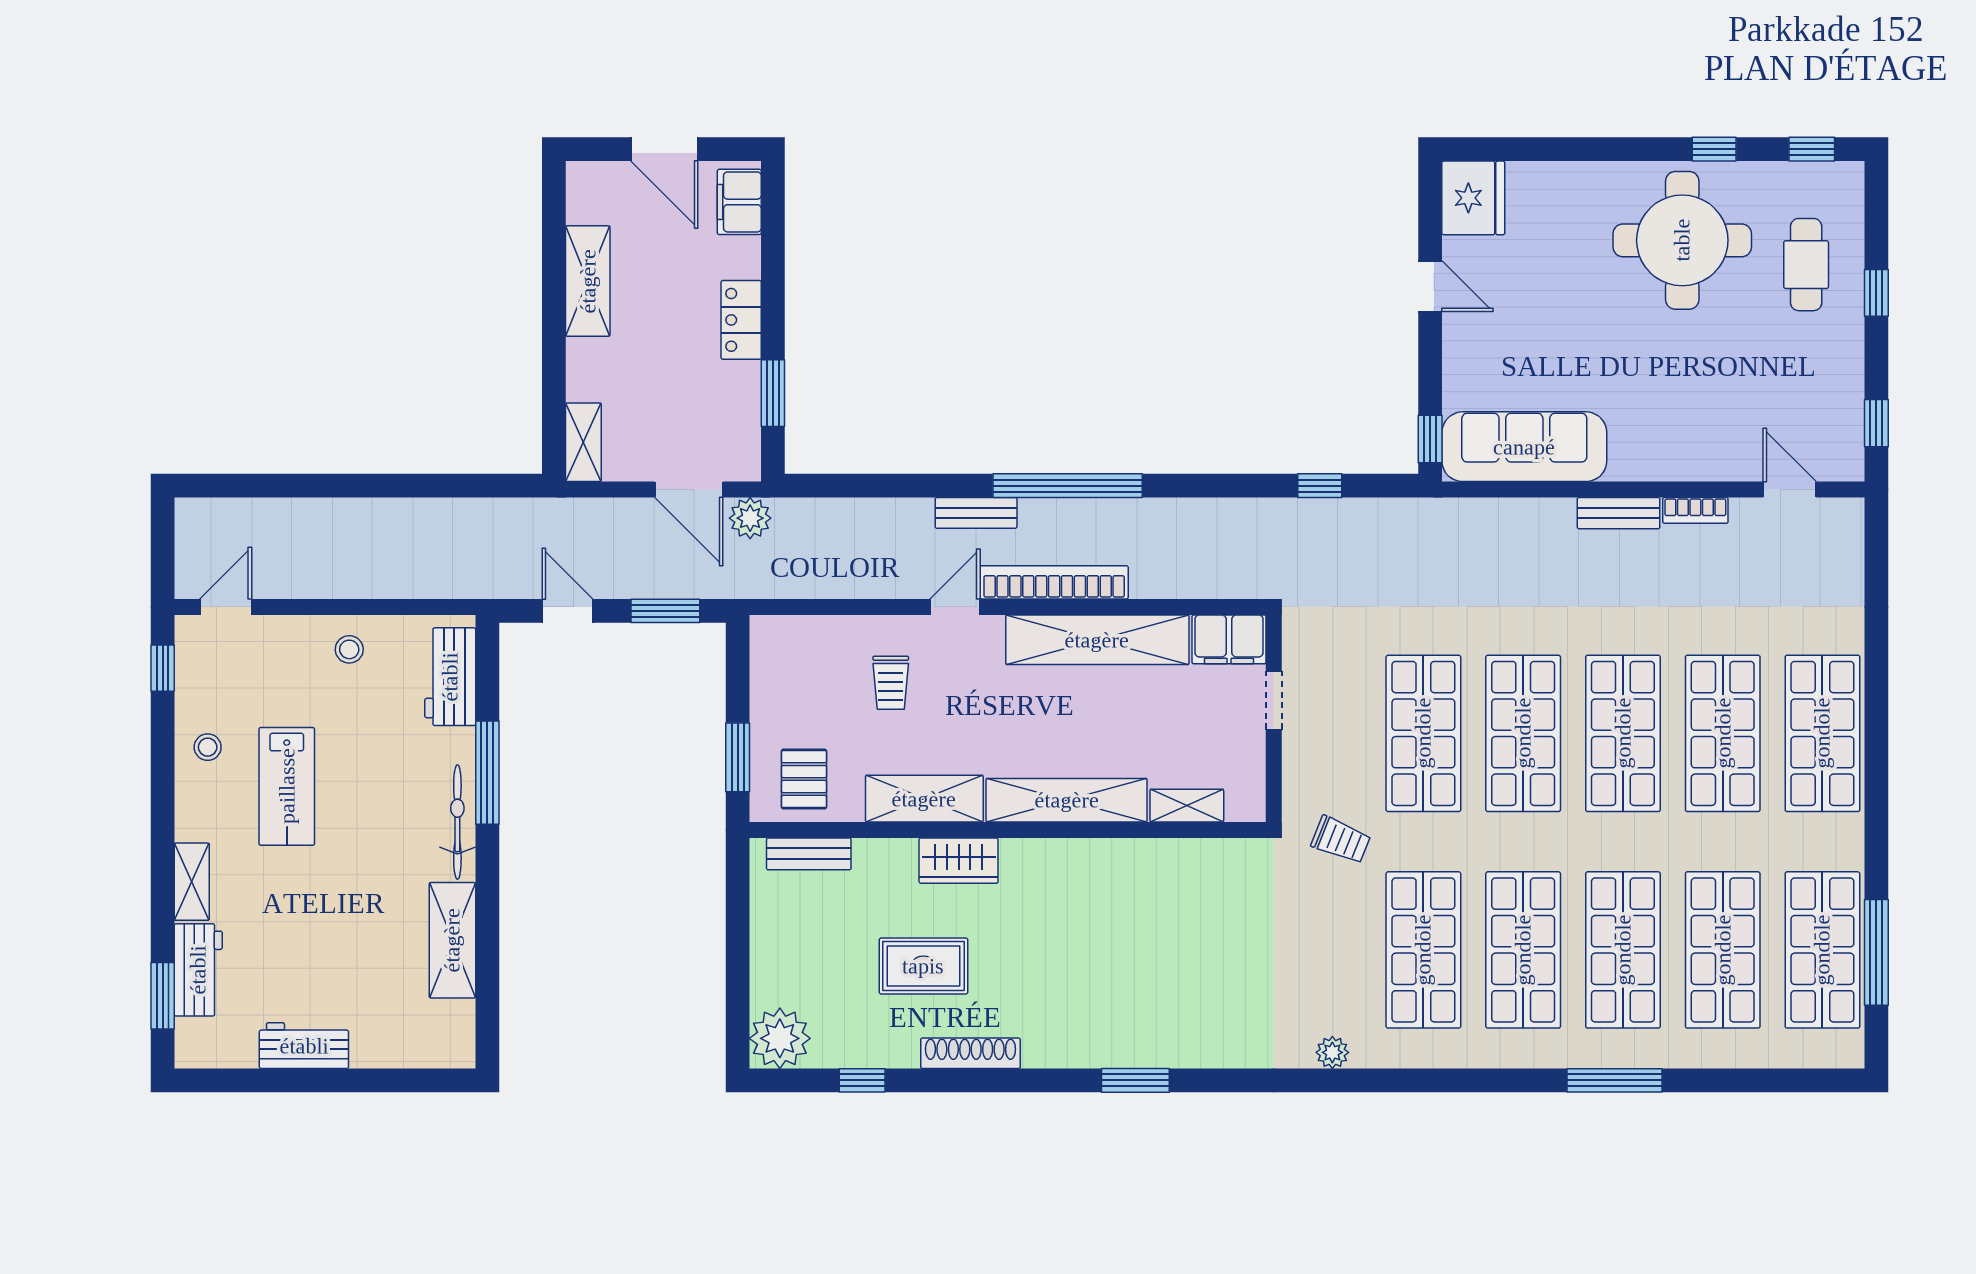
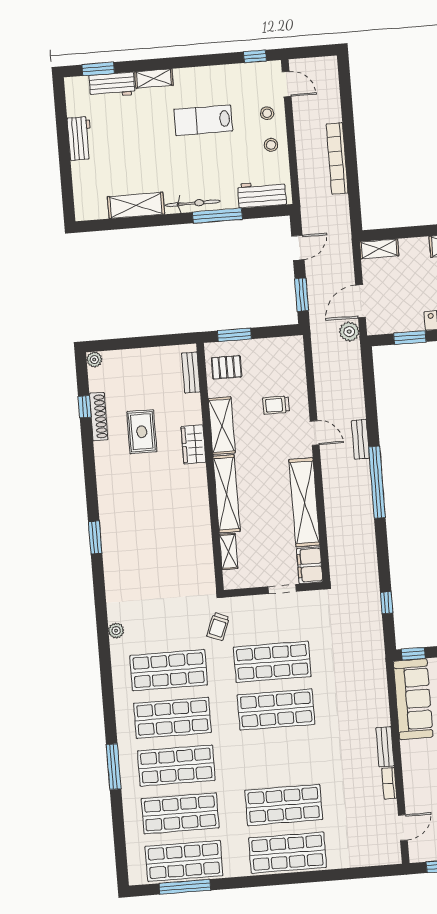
bookcase: (1054, 582) -> (337, 158), moved, turned 180
shop shelf: (1623, 733) -> (280, 757), removed
stool: (208, 747) -> (267, 113), moved
plant: (780, 1038) -> (94, 360), width x0.53, depth x0.53
shoe rack: (970, 1053) -> (98, 417), moved

